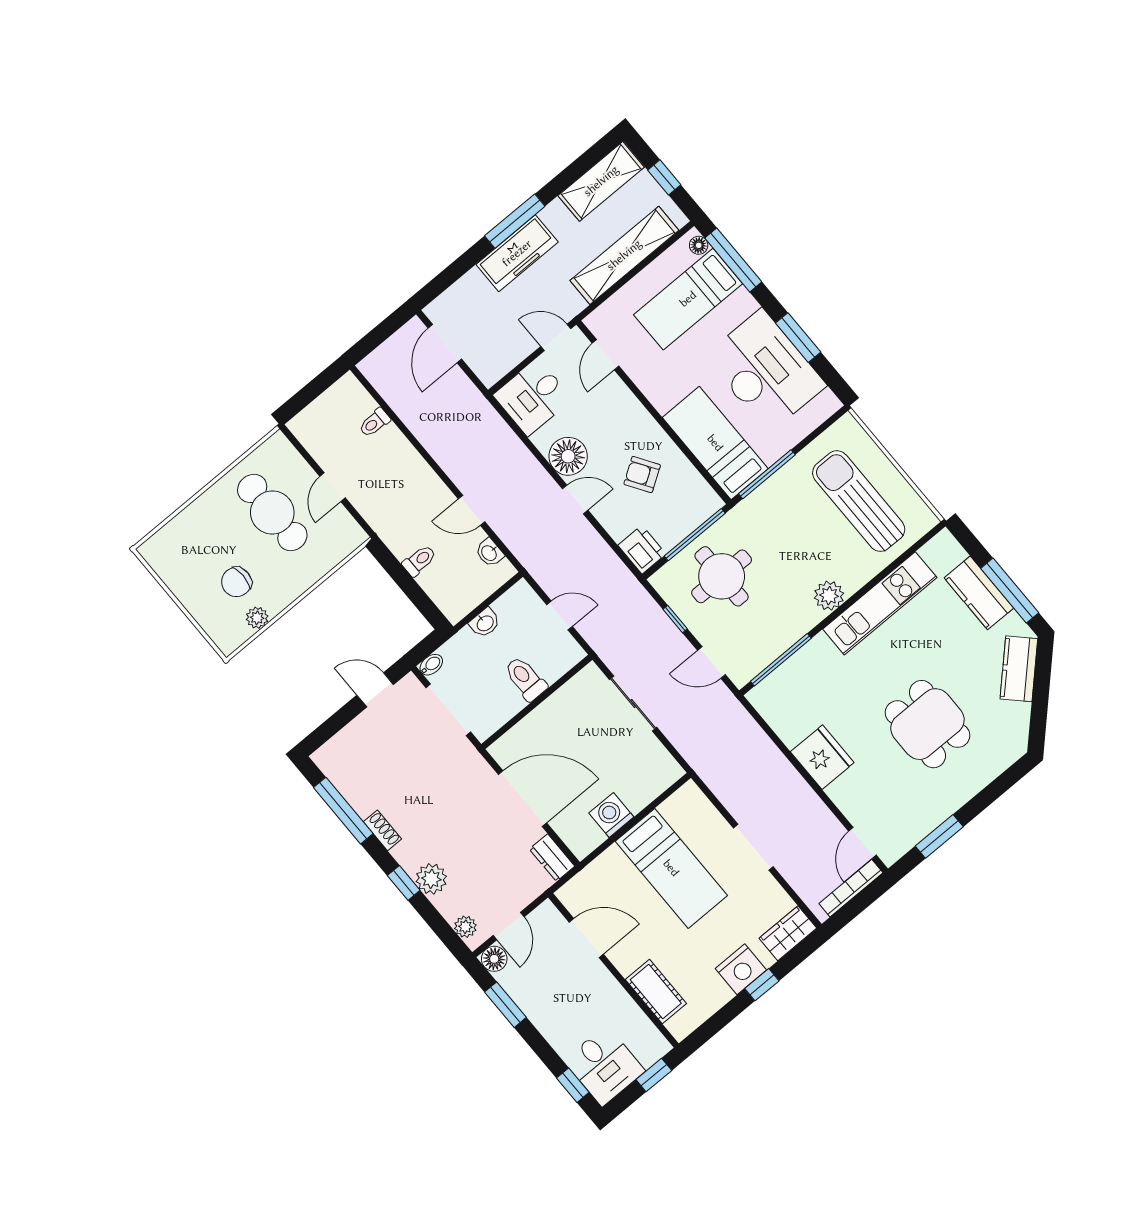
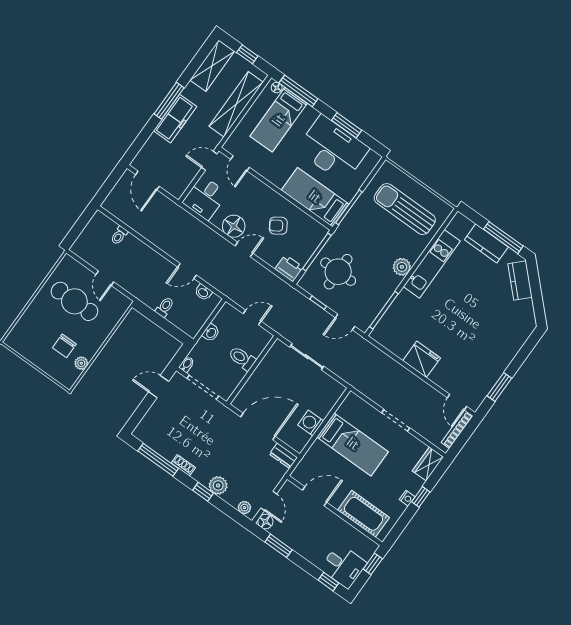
dining table: (927, 724) -> (476, 325), removed
nightstand: (741, 969) -> (407, 498), width x0.53, depth x0.56
cot: (656, 991) -> (364, 514), width x1.37, depth x1.34

